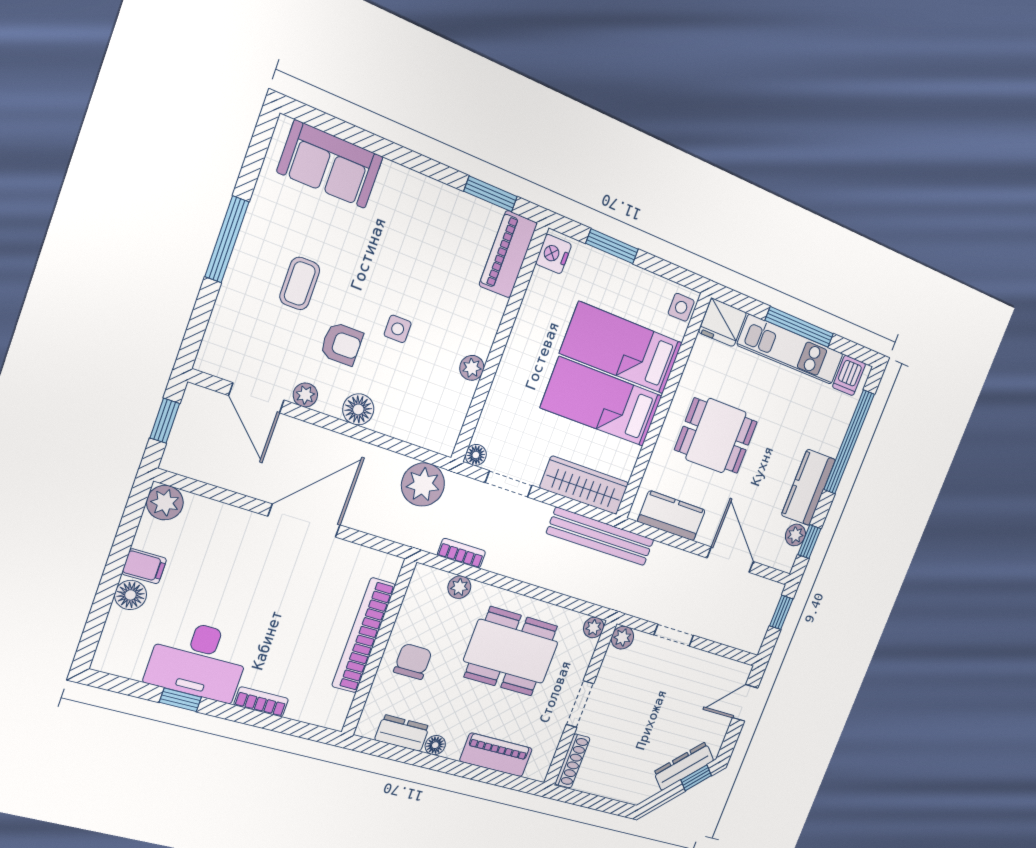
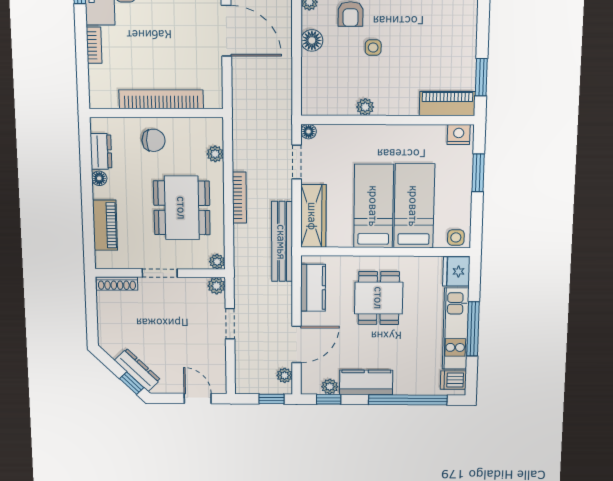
plant: (423, 485) -> (285, 375), moved, width x0.53, depth x0.53
bookcase: (461, 553) -> (239, 198), moved, width x1.56

